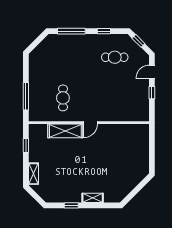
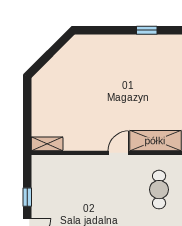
shelving: (93, 198) -> (47, 144), moved

